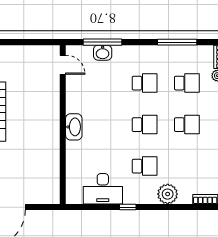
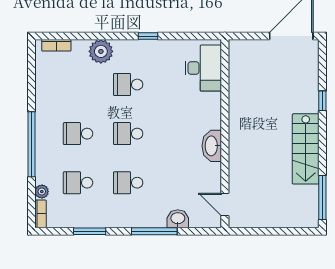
window: (102, 42) -> (154, 231), moved
window: (177, 42) -> (90, 231), width x0.69
washbasin: (74, 127) -> (212, 146), moved
desk: (103, 189) -> (203, 68), moved, turned 90

